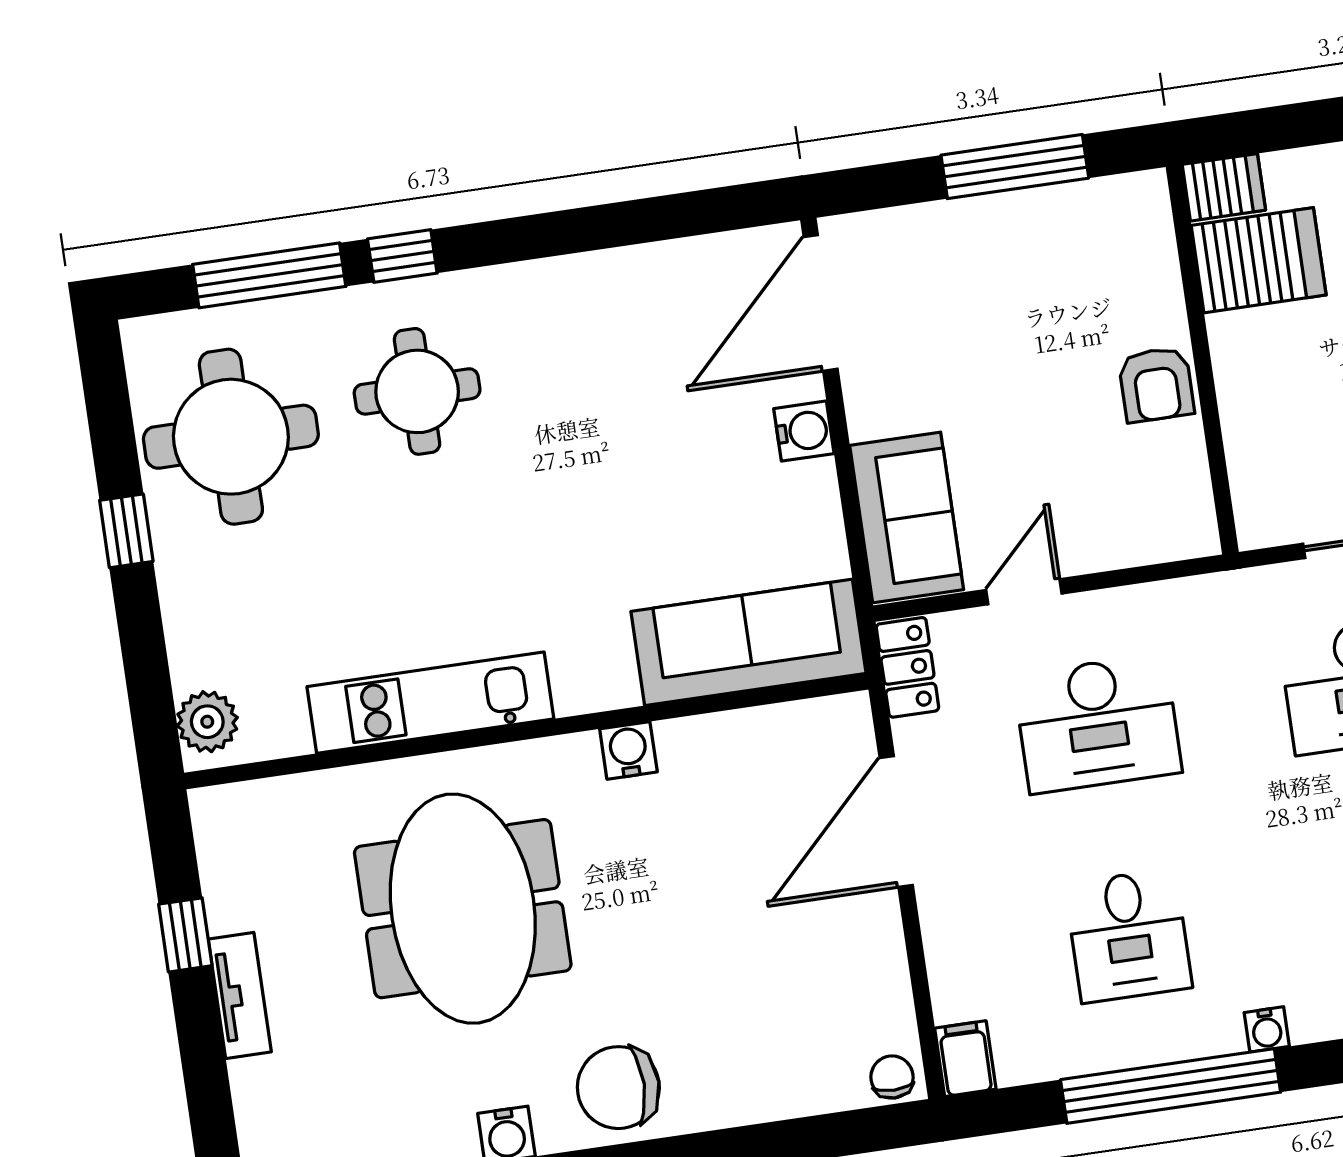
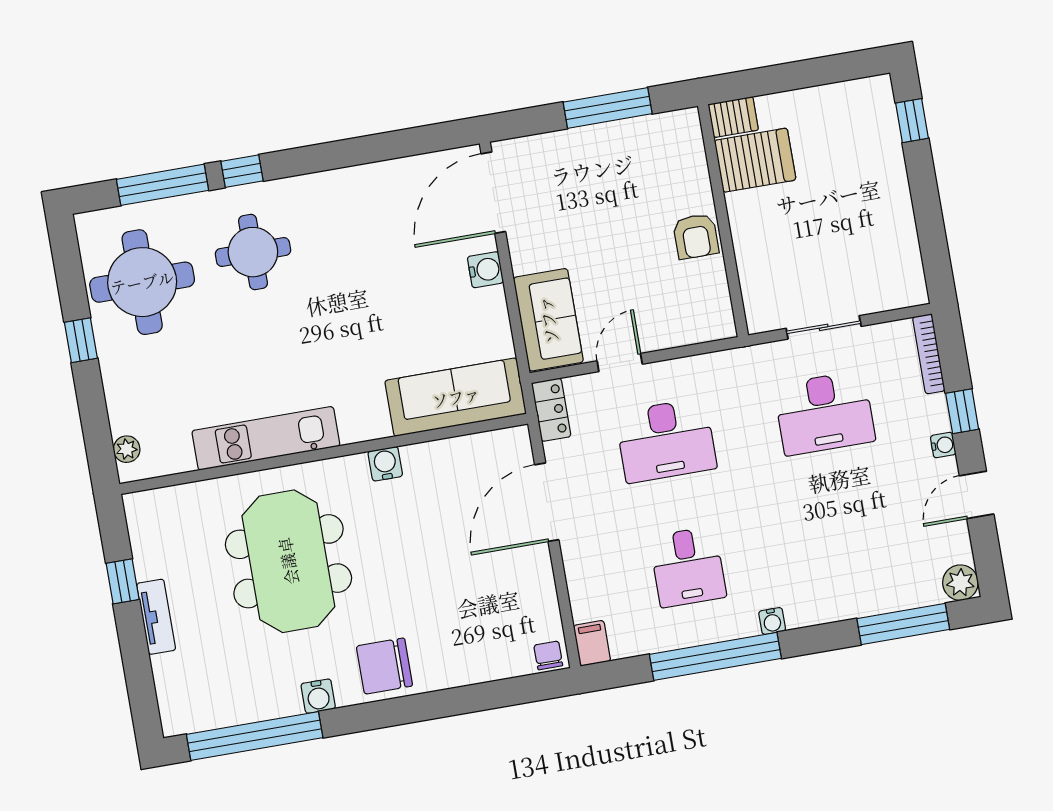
plant: (207, 722) -> (127, 449), width x0.73, depth x0.73

